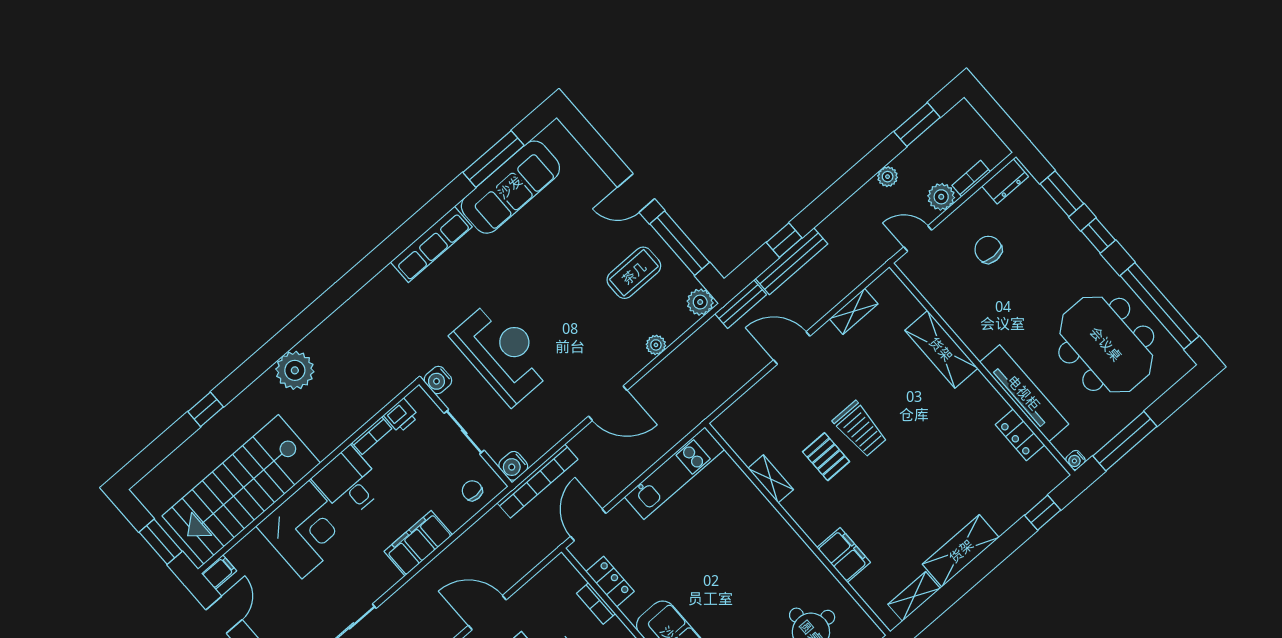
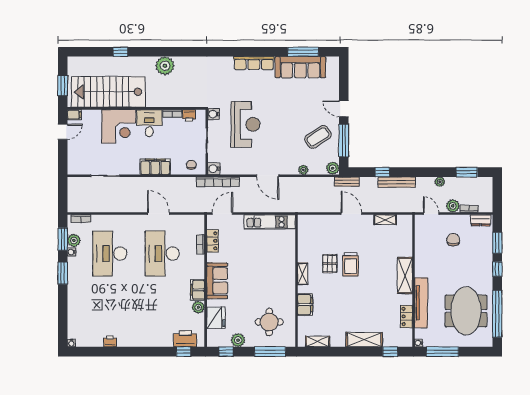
bench: (791, 261) -> (397, 182), moved
coffee table: (634, 273) -> (318, 137), turned -33
shelving: (941, 349) -> (405, 275), moved
shelving: (771, 479) -> (303, 274), moved
shelving: (961, 551) -> (364, 340), moved

